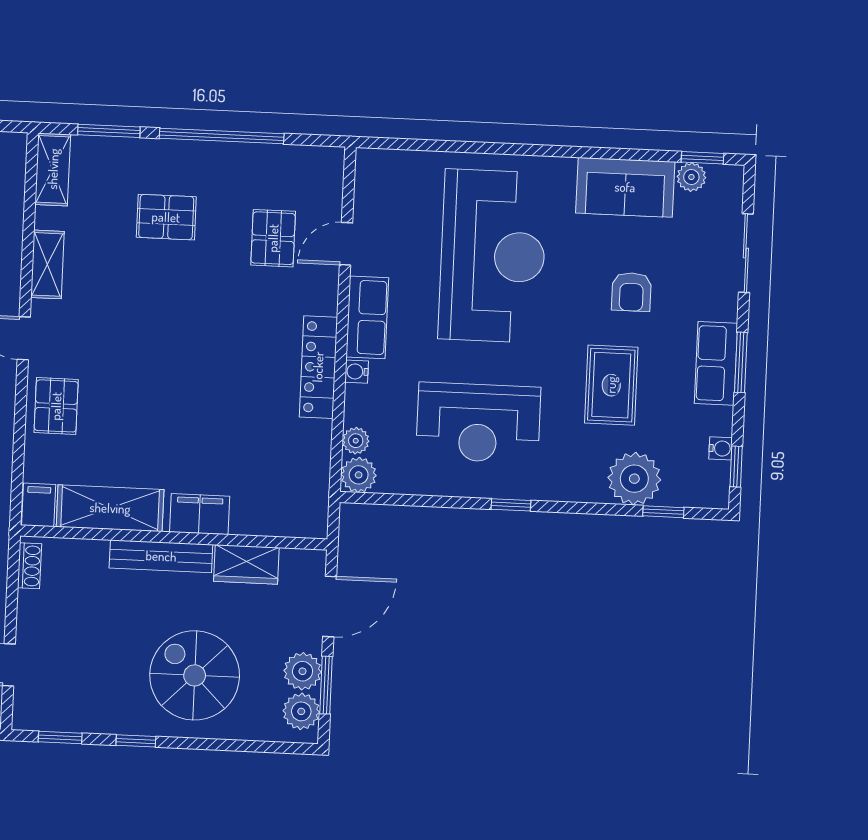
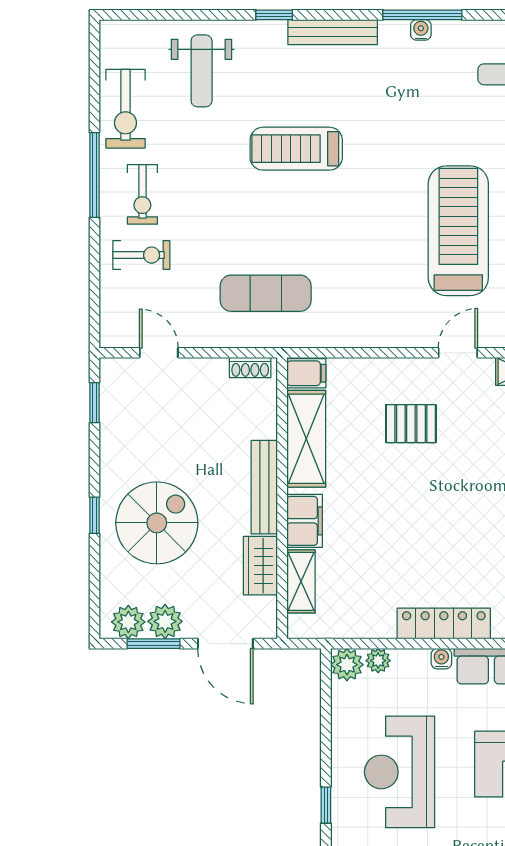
pallet: (56, 406) -> (411, 424), moved
shelving: (266, 521) -> (301, 581), added
window: (136, 741) -> (94, 515), moved

